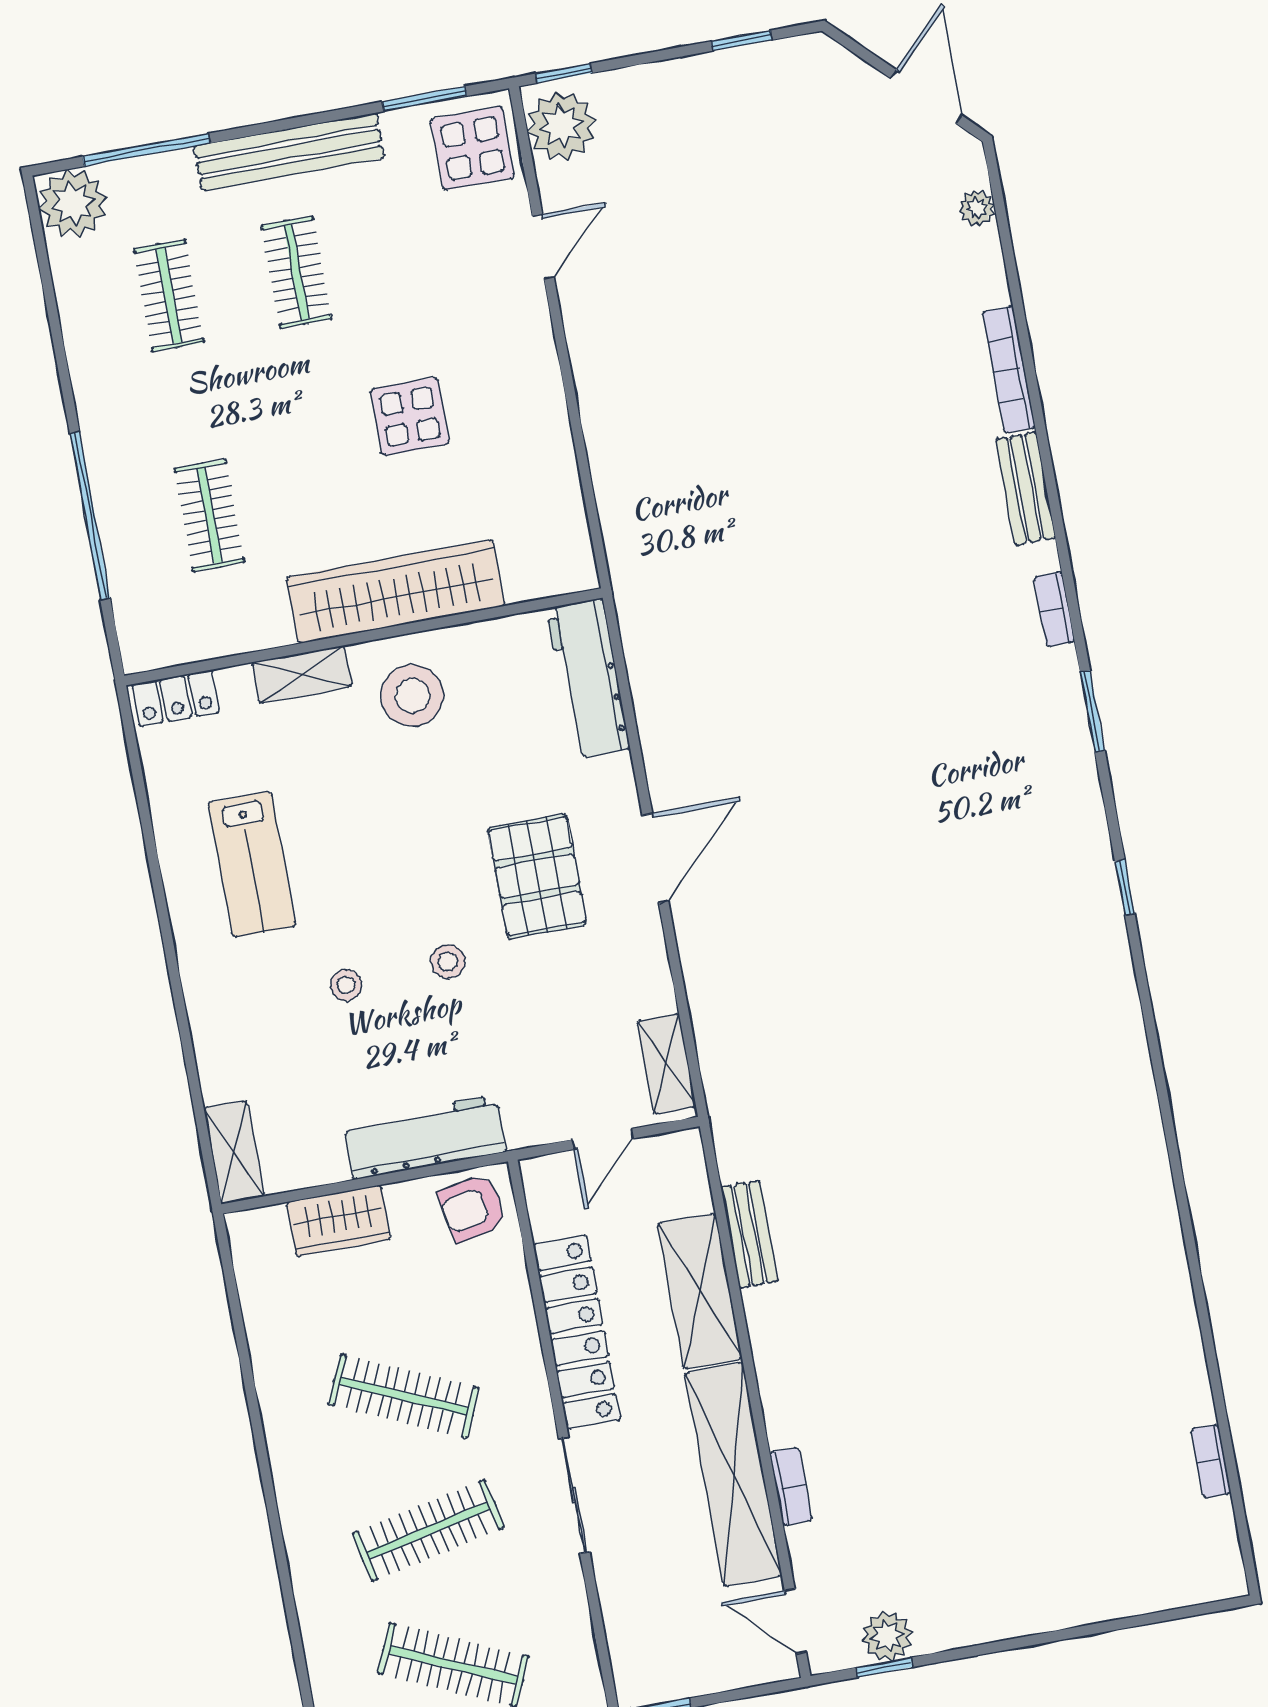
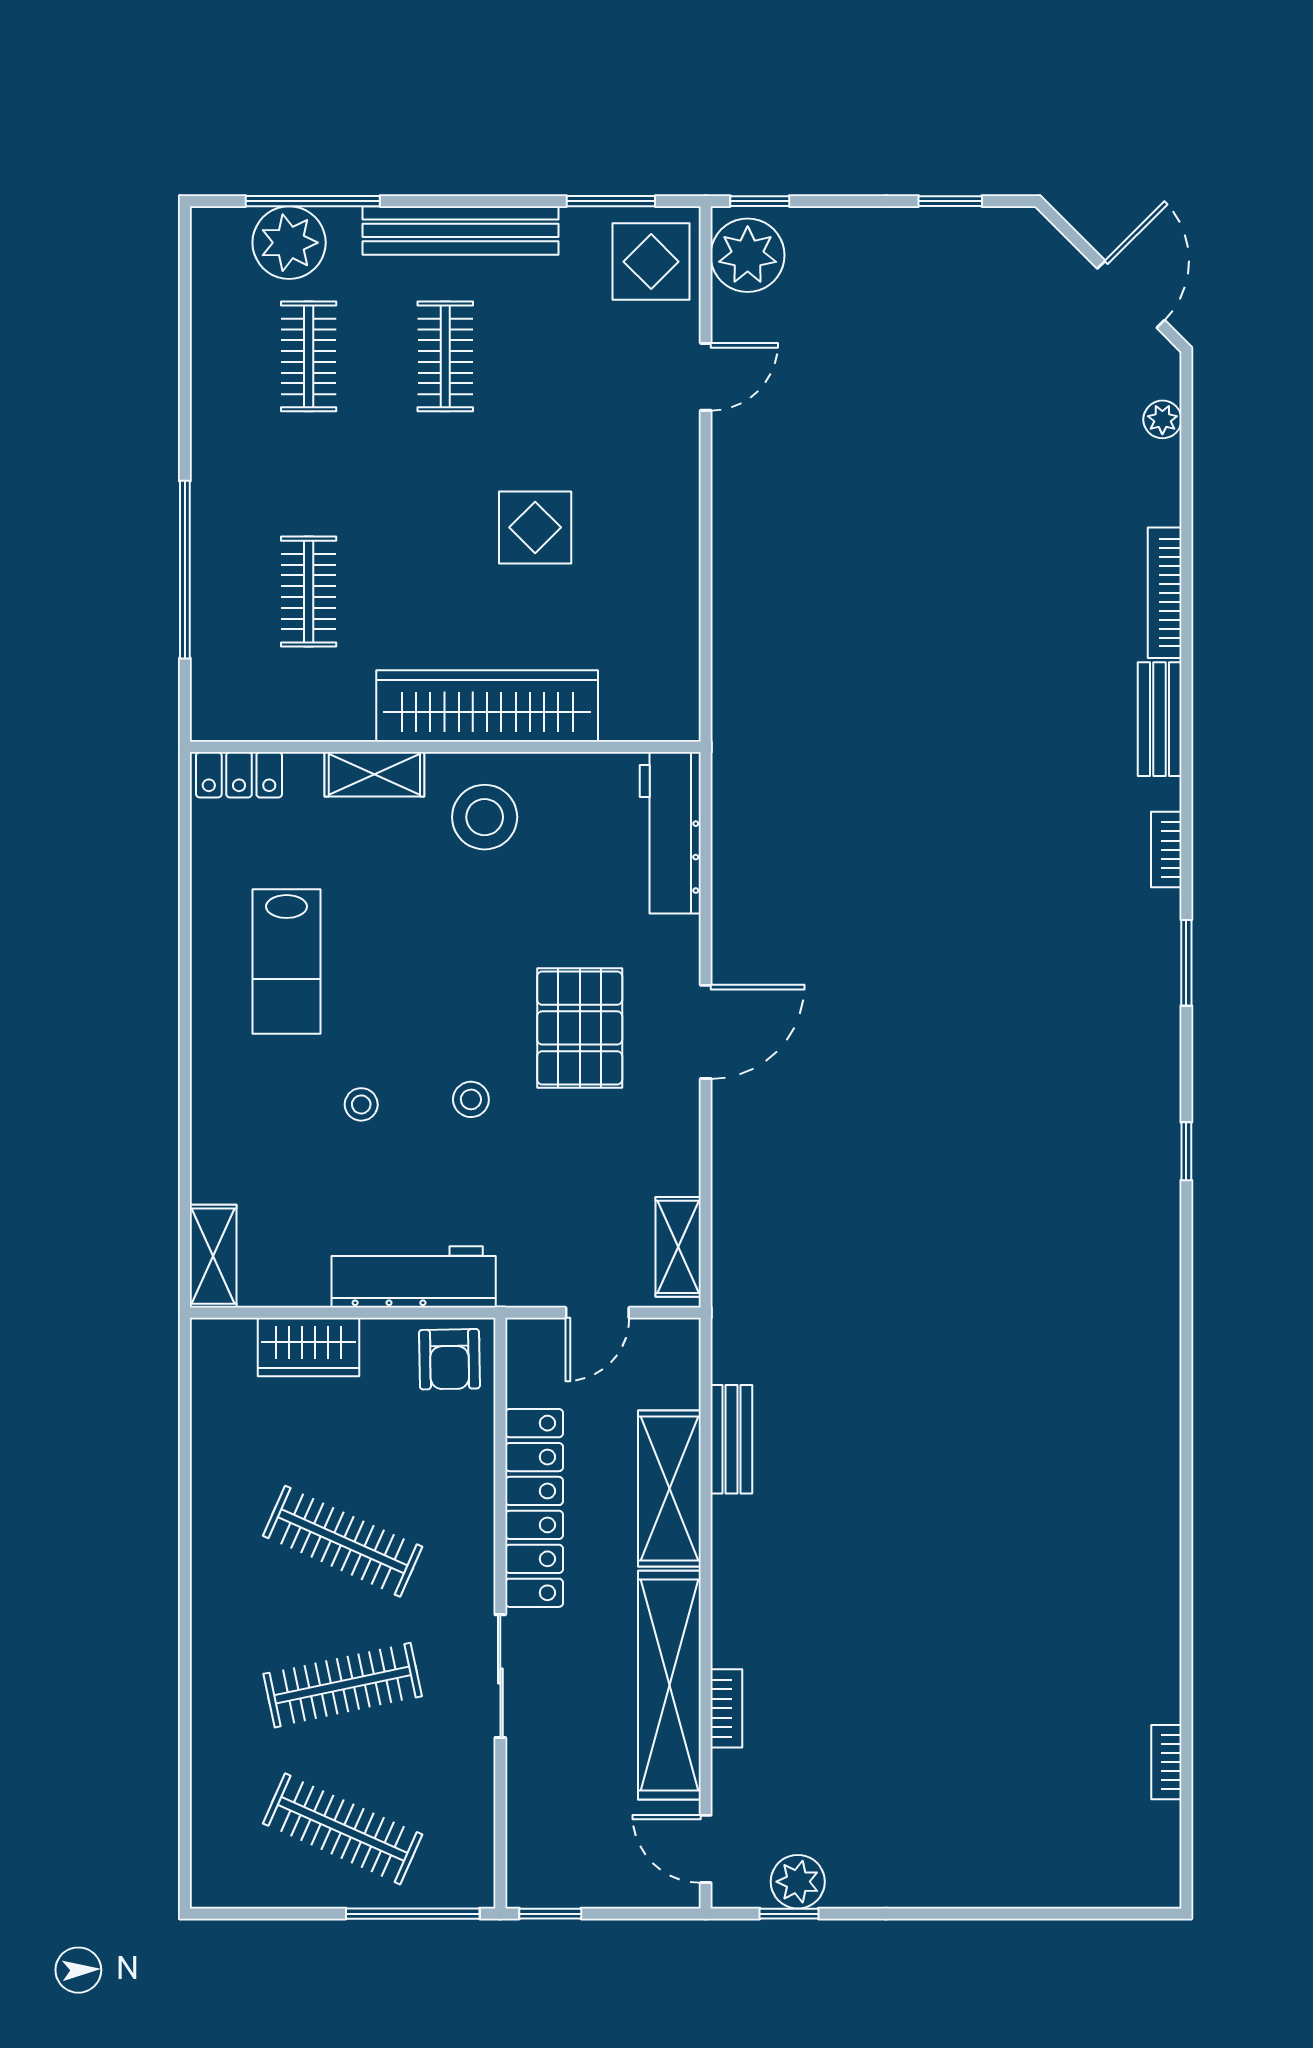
plant: (73, 203) -> (289, 243), moved
armchair: (472, 1208) -> (449, 1359), turned -80

